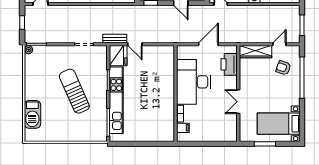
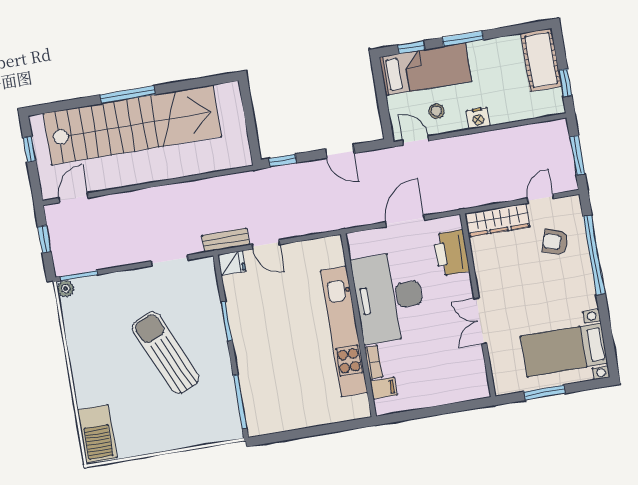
fridge: (118, 56) -> (232, 263), width x0.53, depth x0.75
kitchen unit: (116, 100) -> (344, 332), moved, turned 180
barbecue: (32, 114) -> (97, 434), moved

